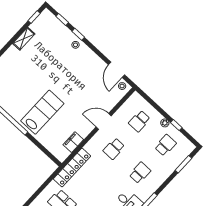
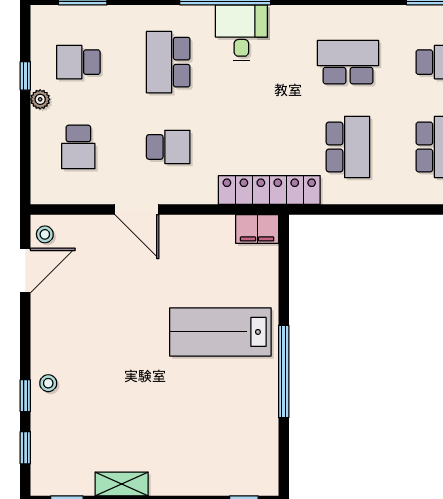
school desk: (139, 121) -> (78, 147), turned 90
filing cabinet: (73, 142) -> (257, 229), moved
school desk: (140, 173) -> (168, 62), width x1.85

